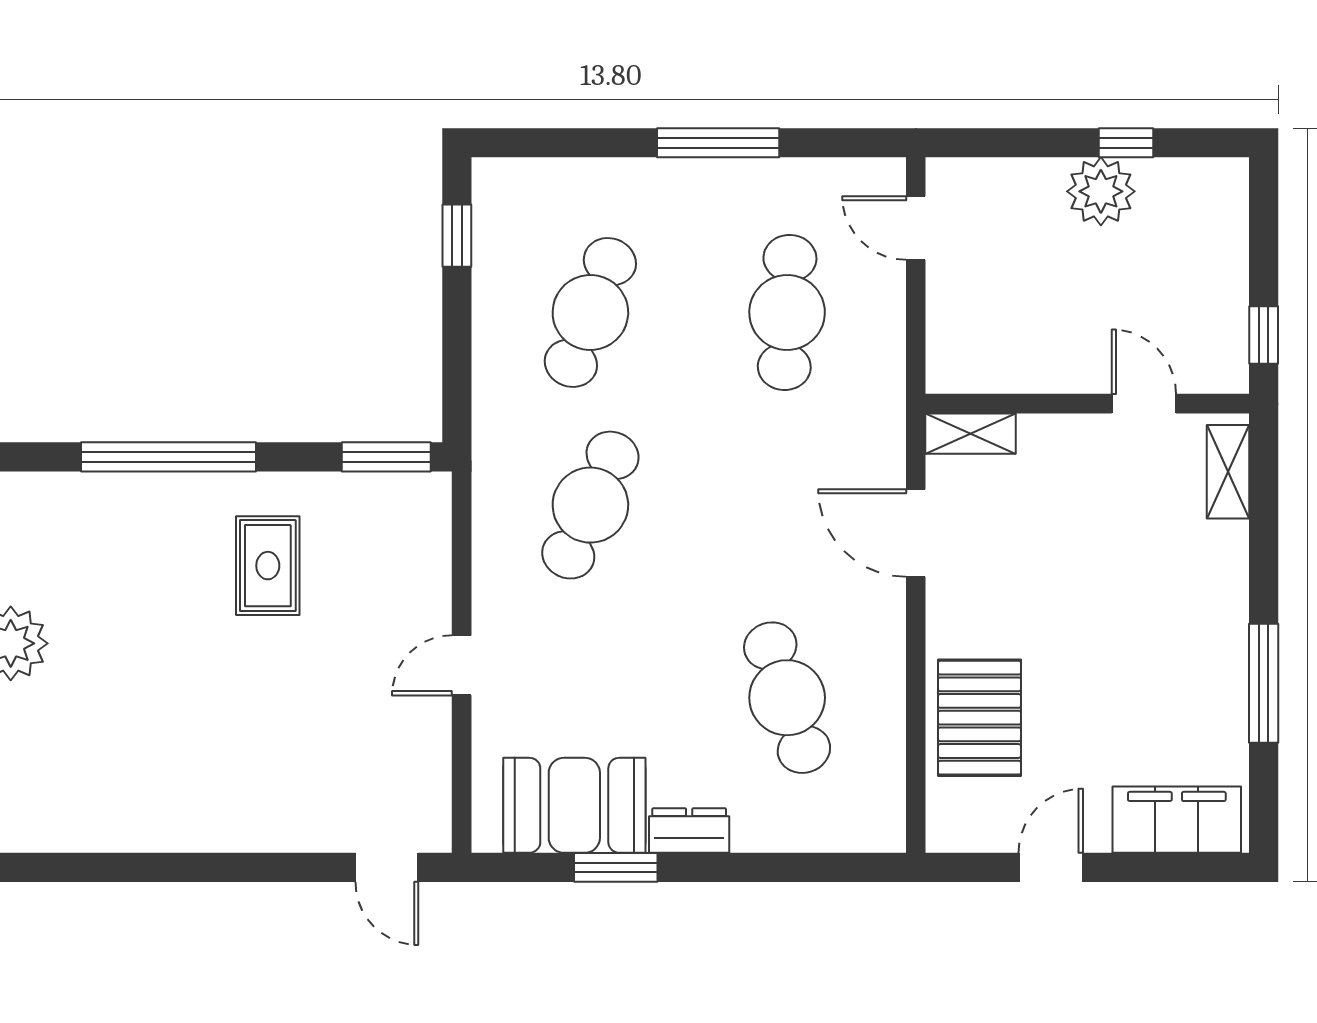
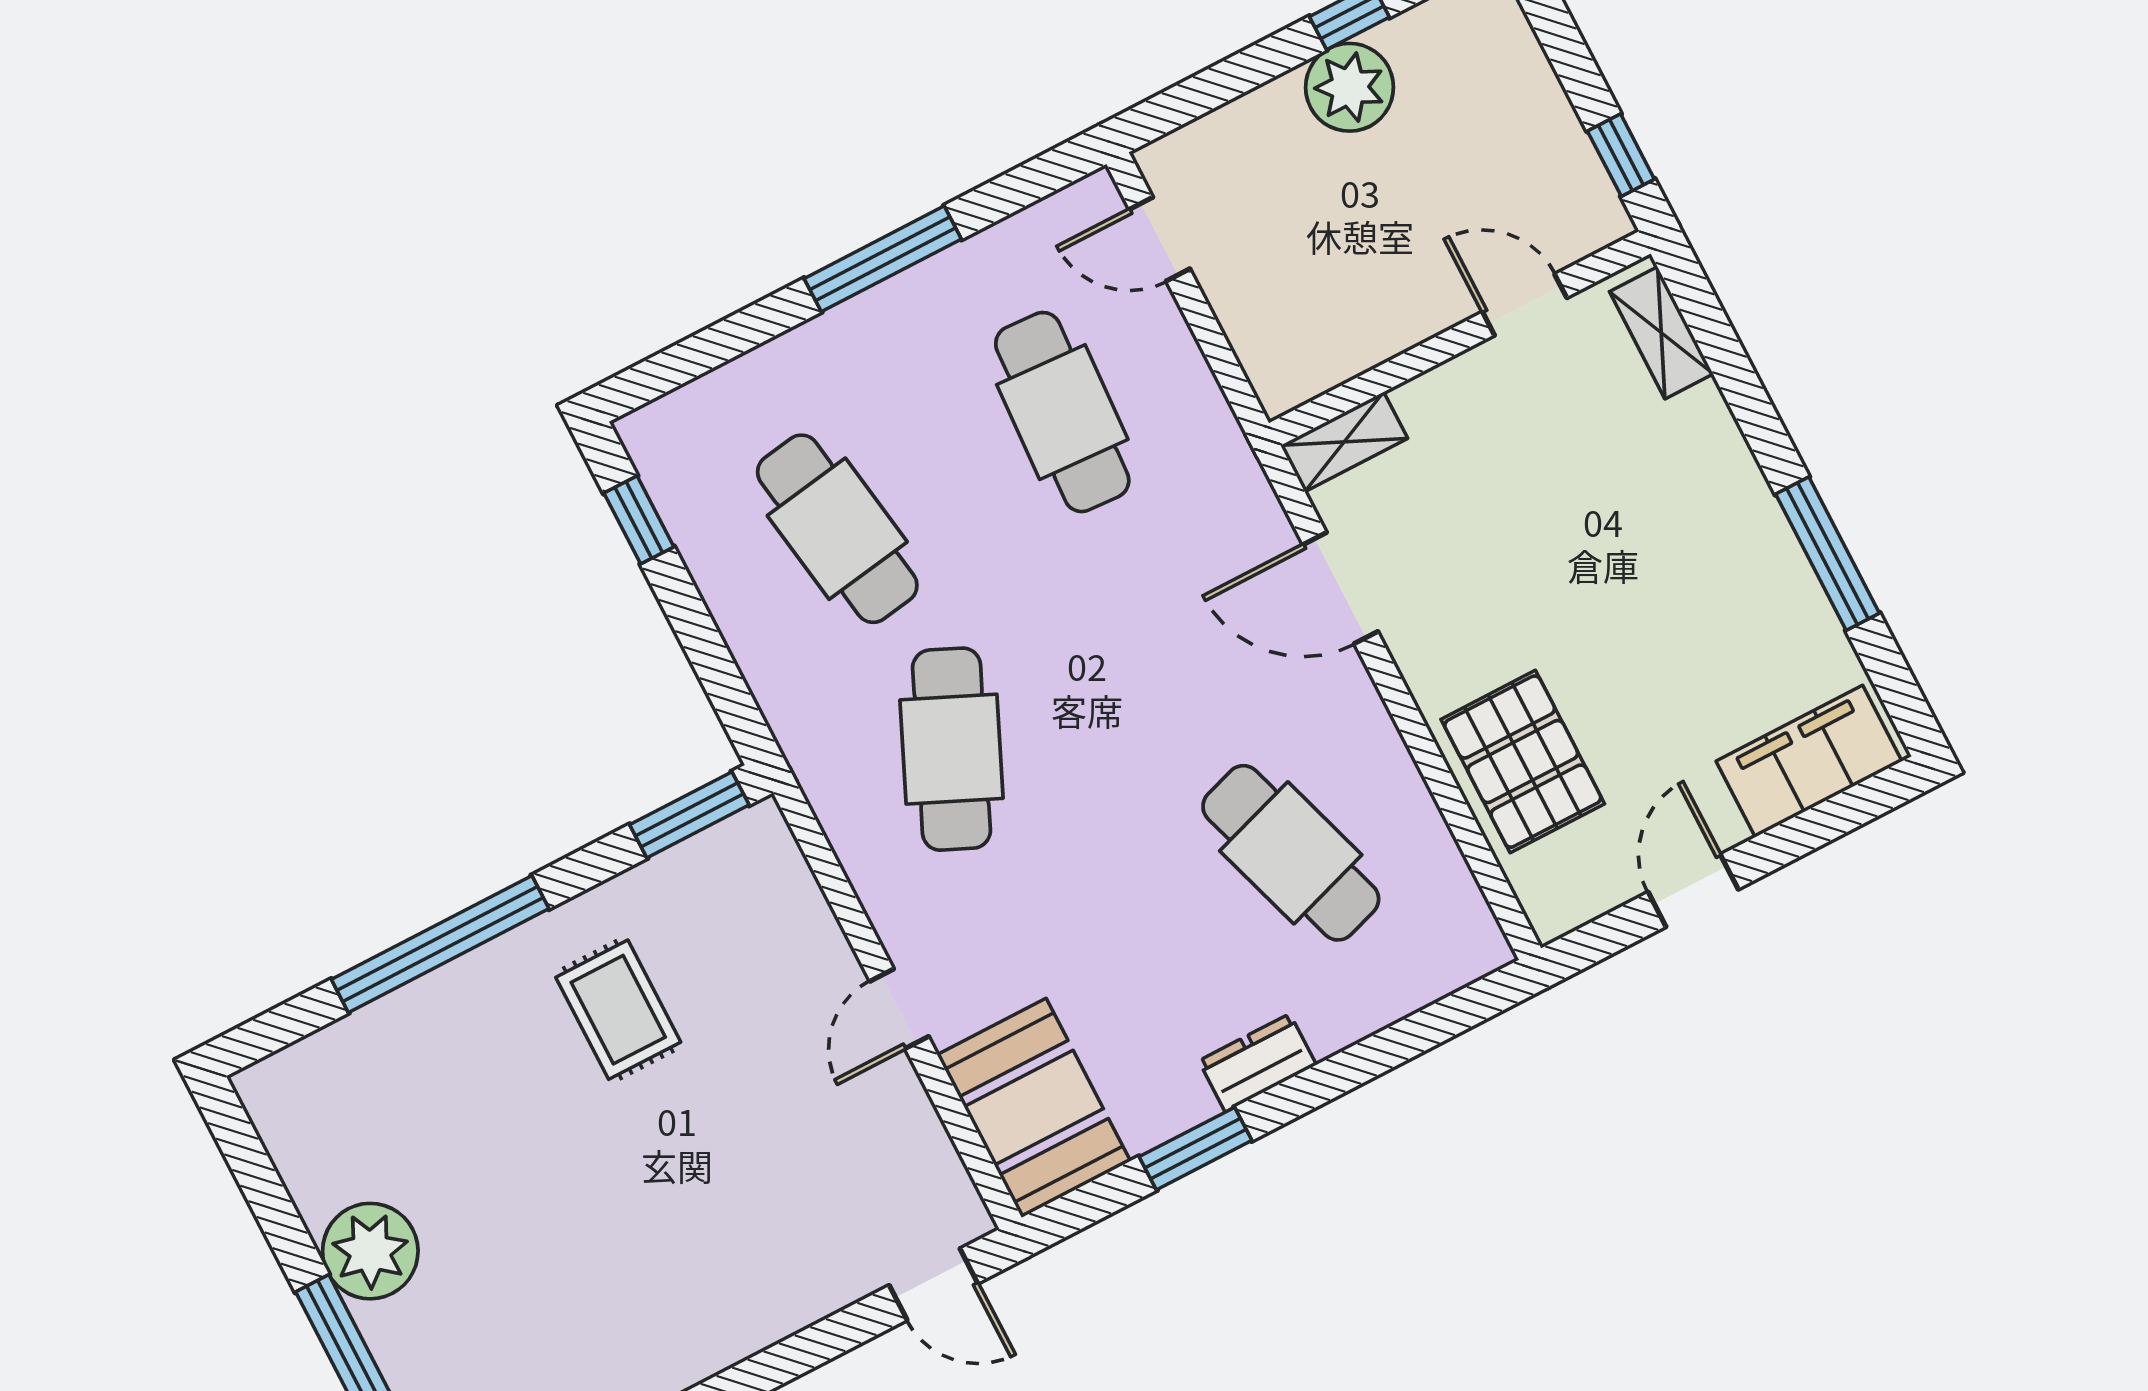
cafe table: (590, 312) -> (837, 529), turned -30
booth: (574, 805) -> (1034, 1108), moved, turned 90

